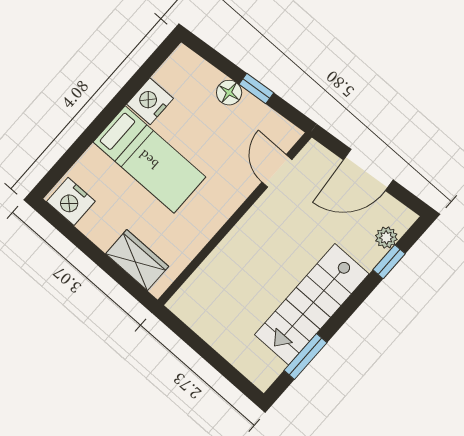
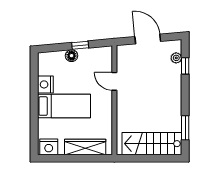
door: (368, 170) -> (148, 39), swing flipped
door: (277, 171) -> (114, 81), moved
wardrobe: (137, 260) -> (85, 147), width x1.50
stairs: (312, 304) -> (152, 144), moved, turned 90

